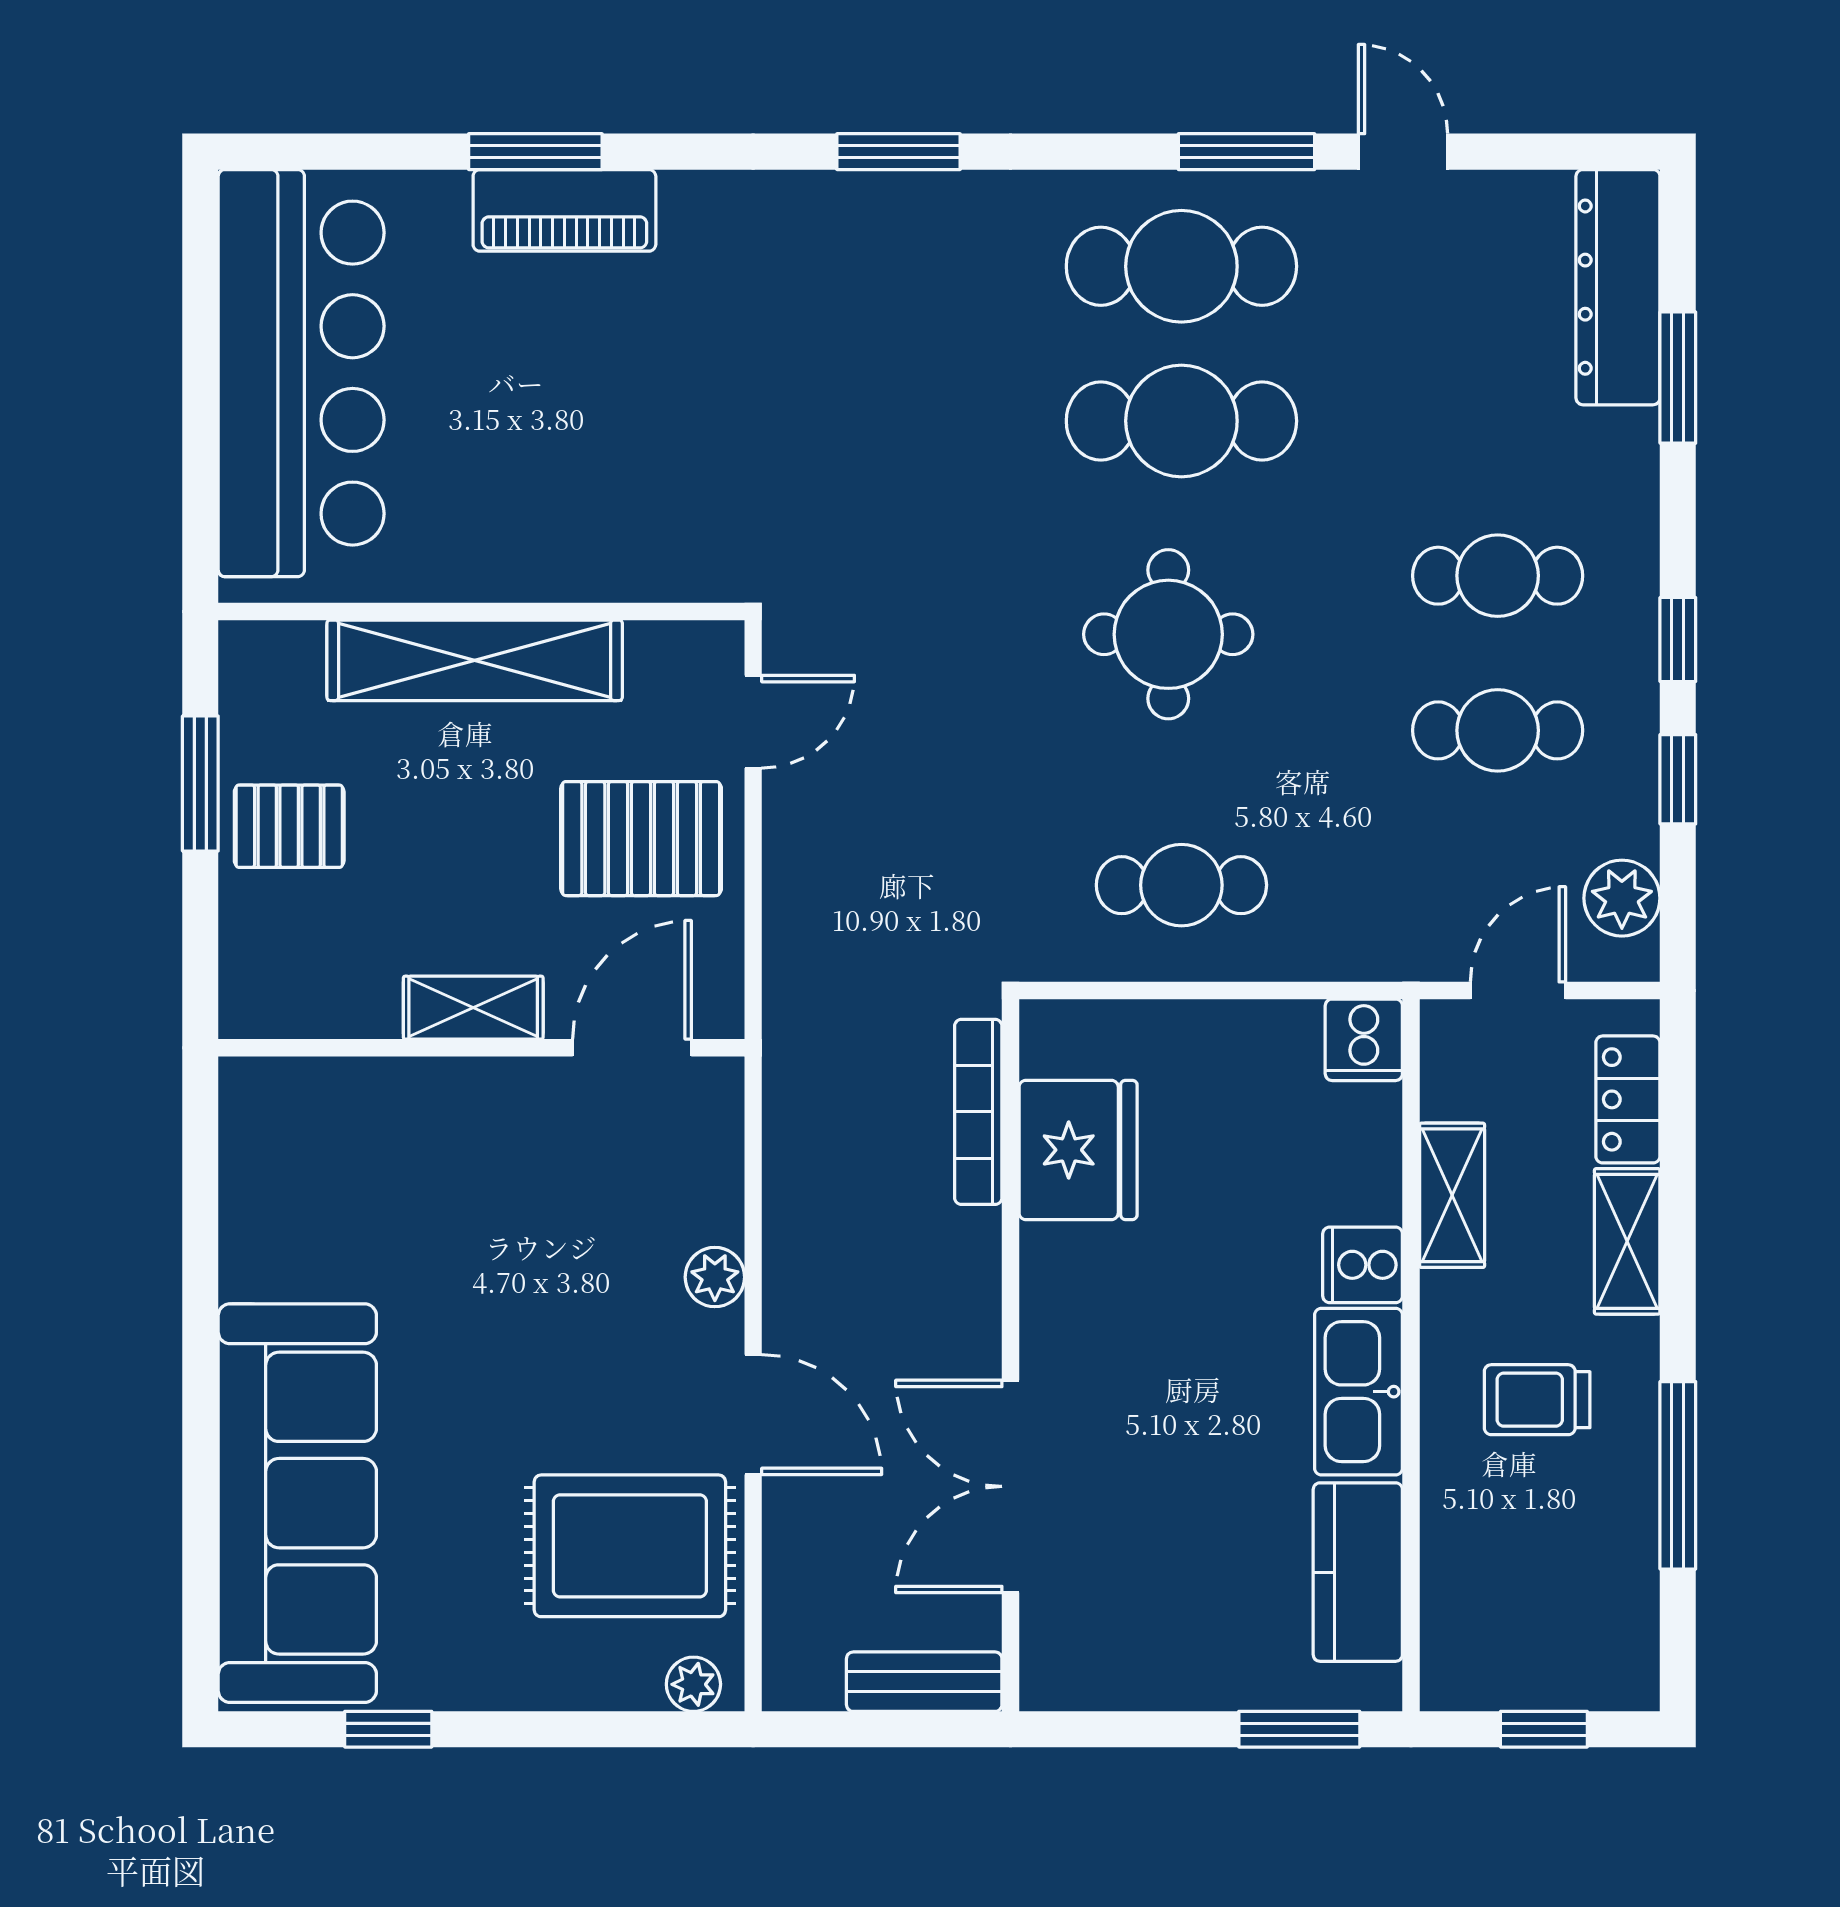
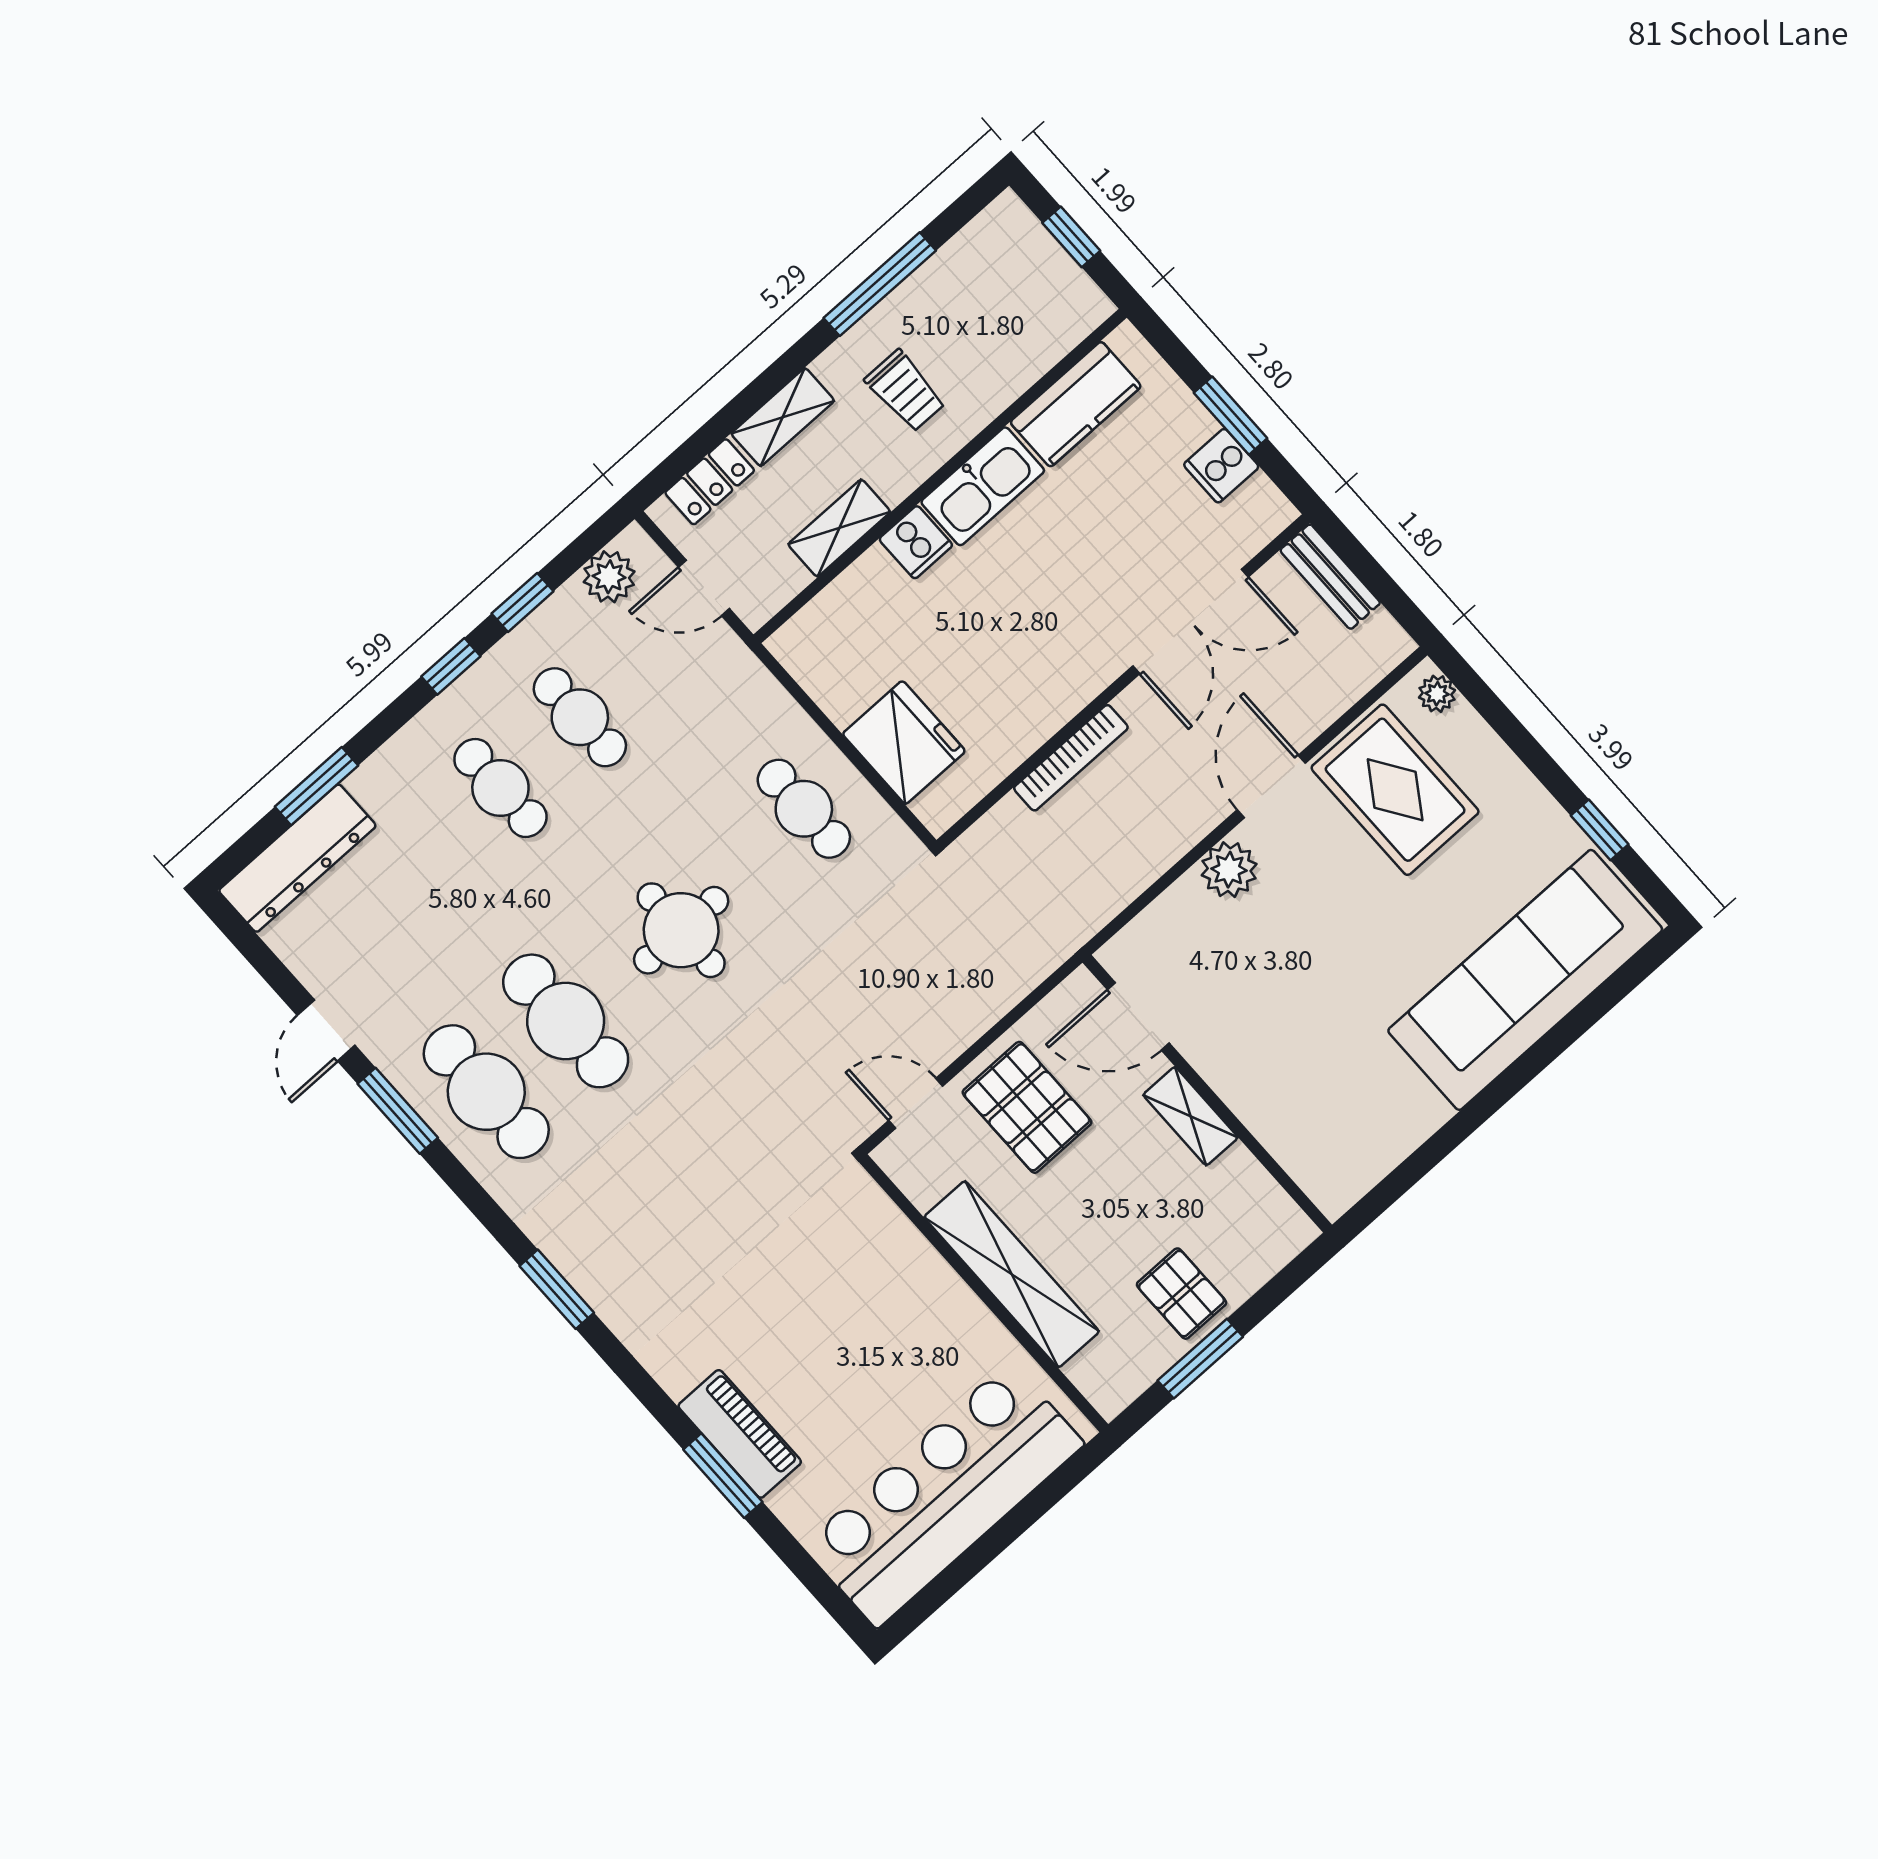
cooker: (1364, 1040) -> (1221, 466), moved, turned 180
bookcase: (978, 1112) -> (1071, 758), moved
fridge: (1078, 1150) -> (904, 742), moved, turned 90
plant: (715, 1277) -> (1229, 870), width x1.38, depth x1.38
window: (1299, 1729) -> (1231, 416), moved

